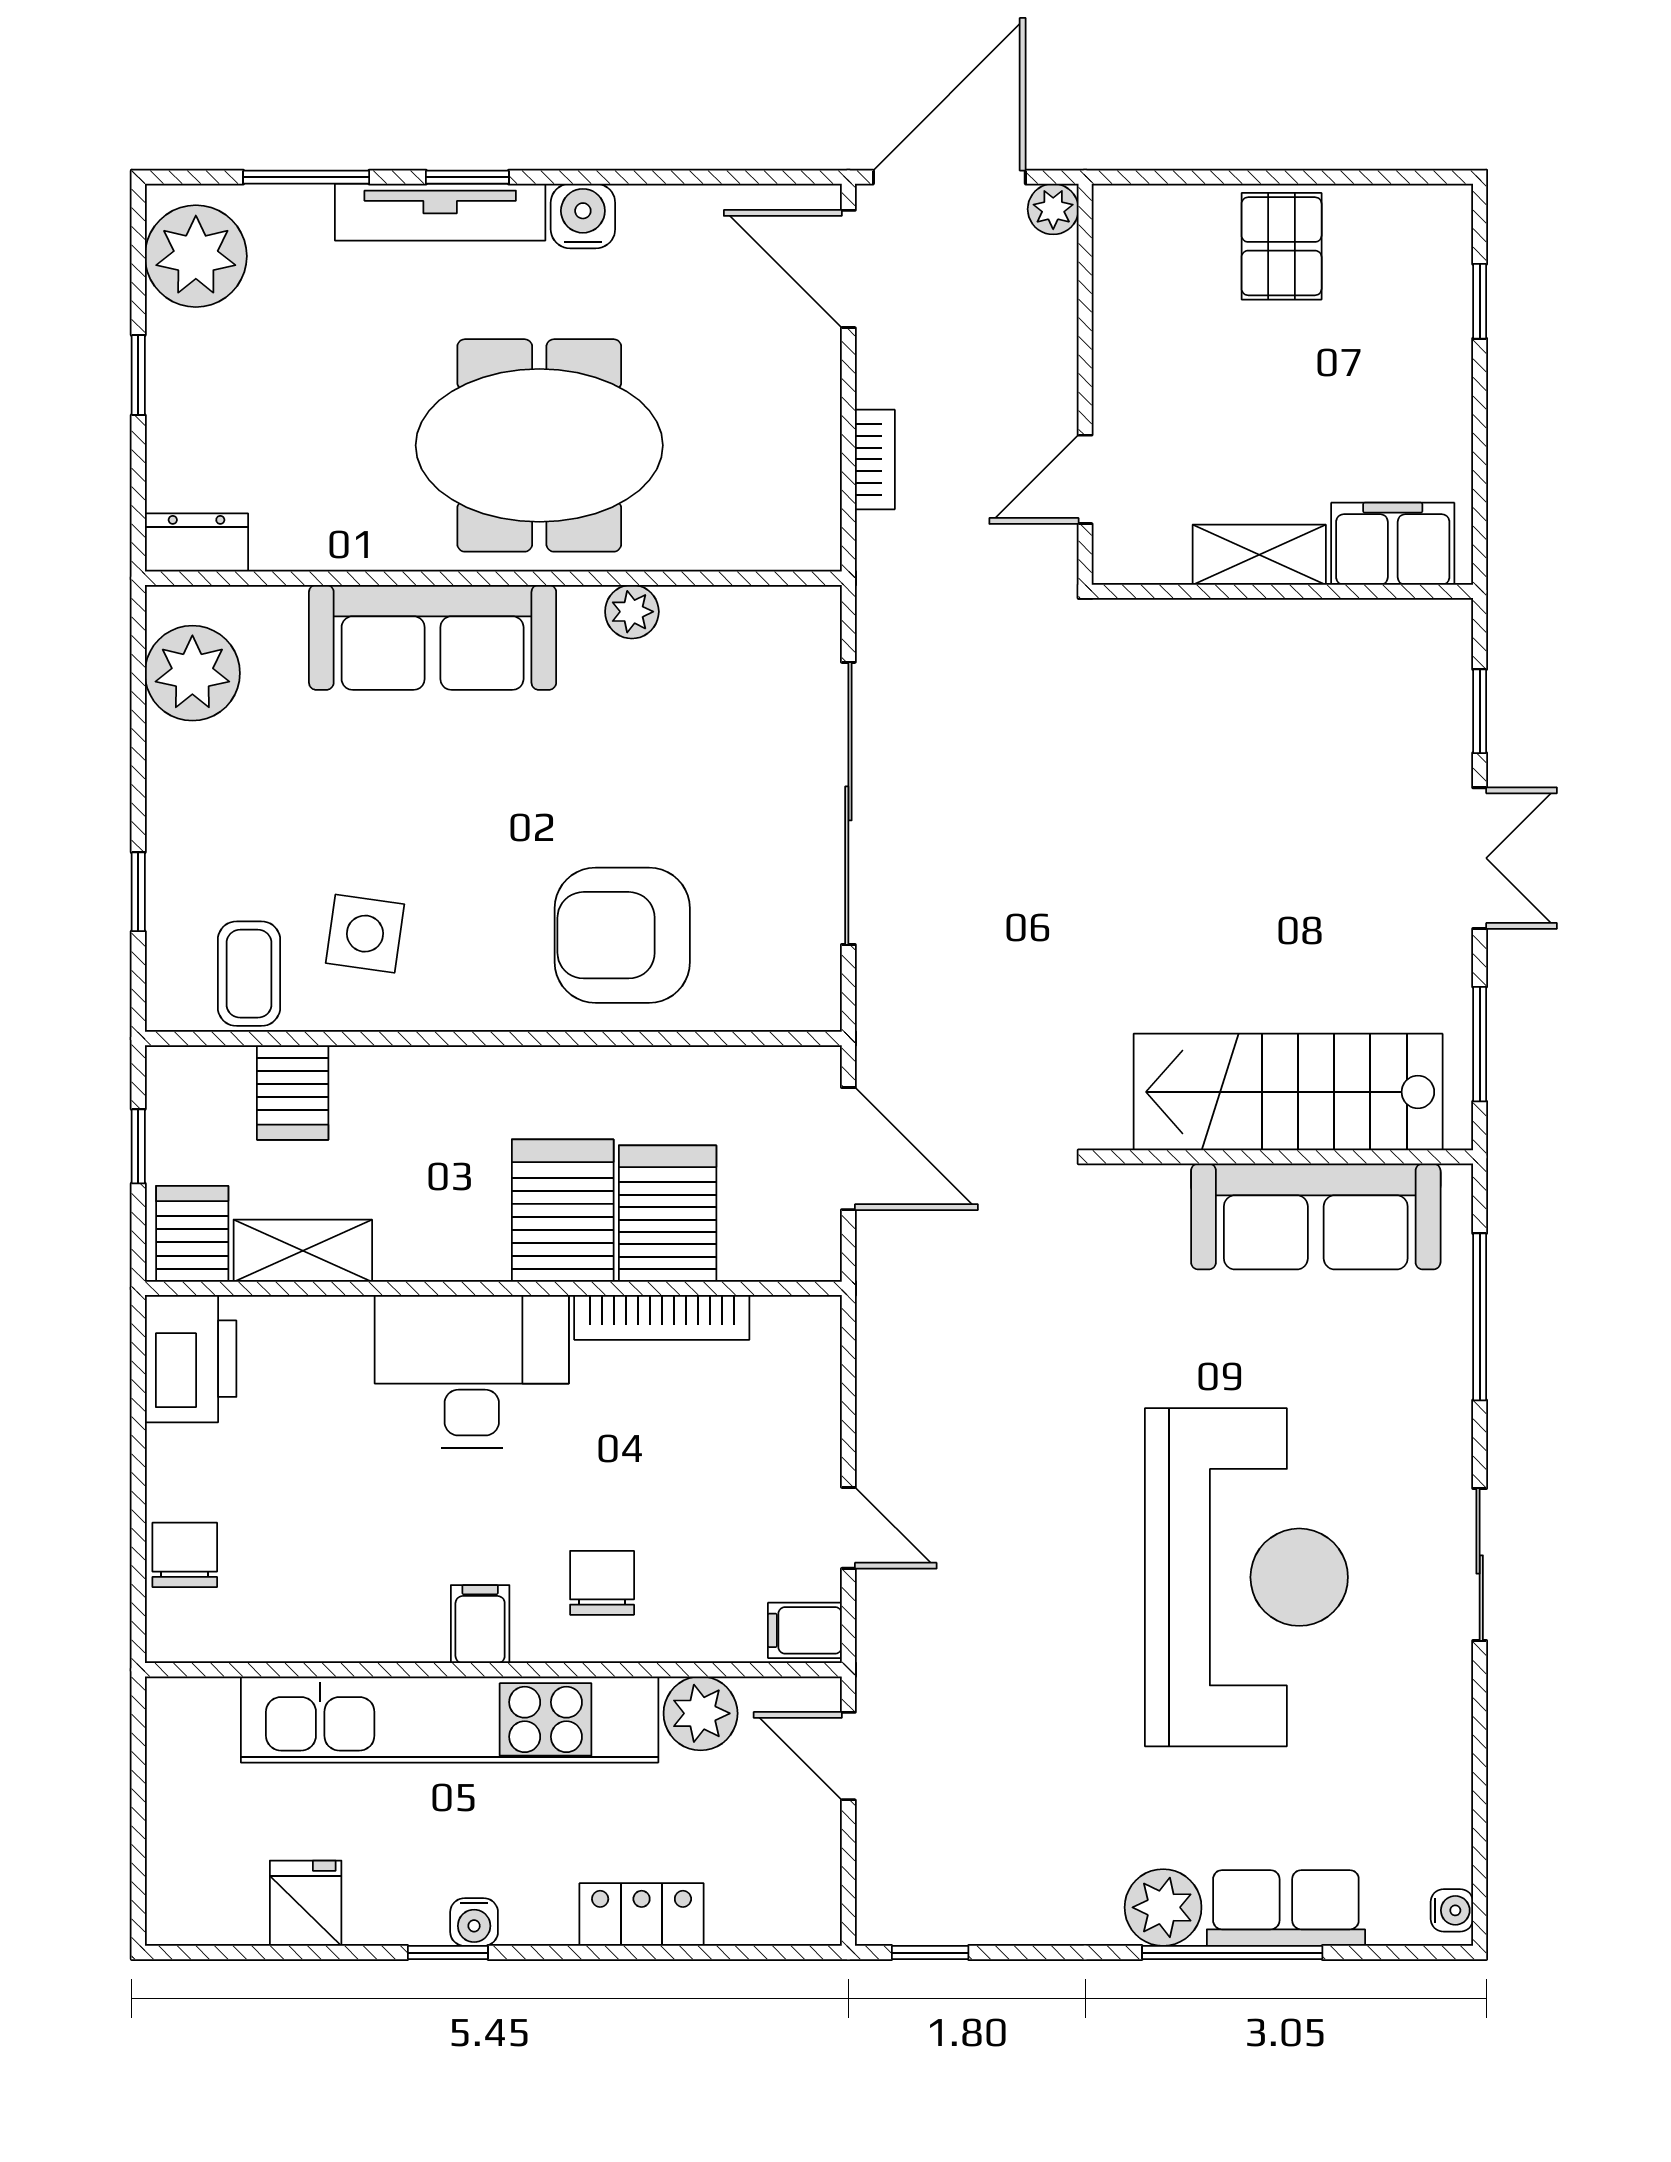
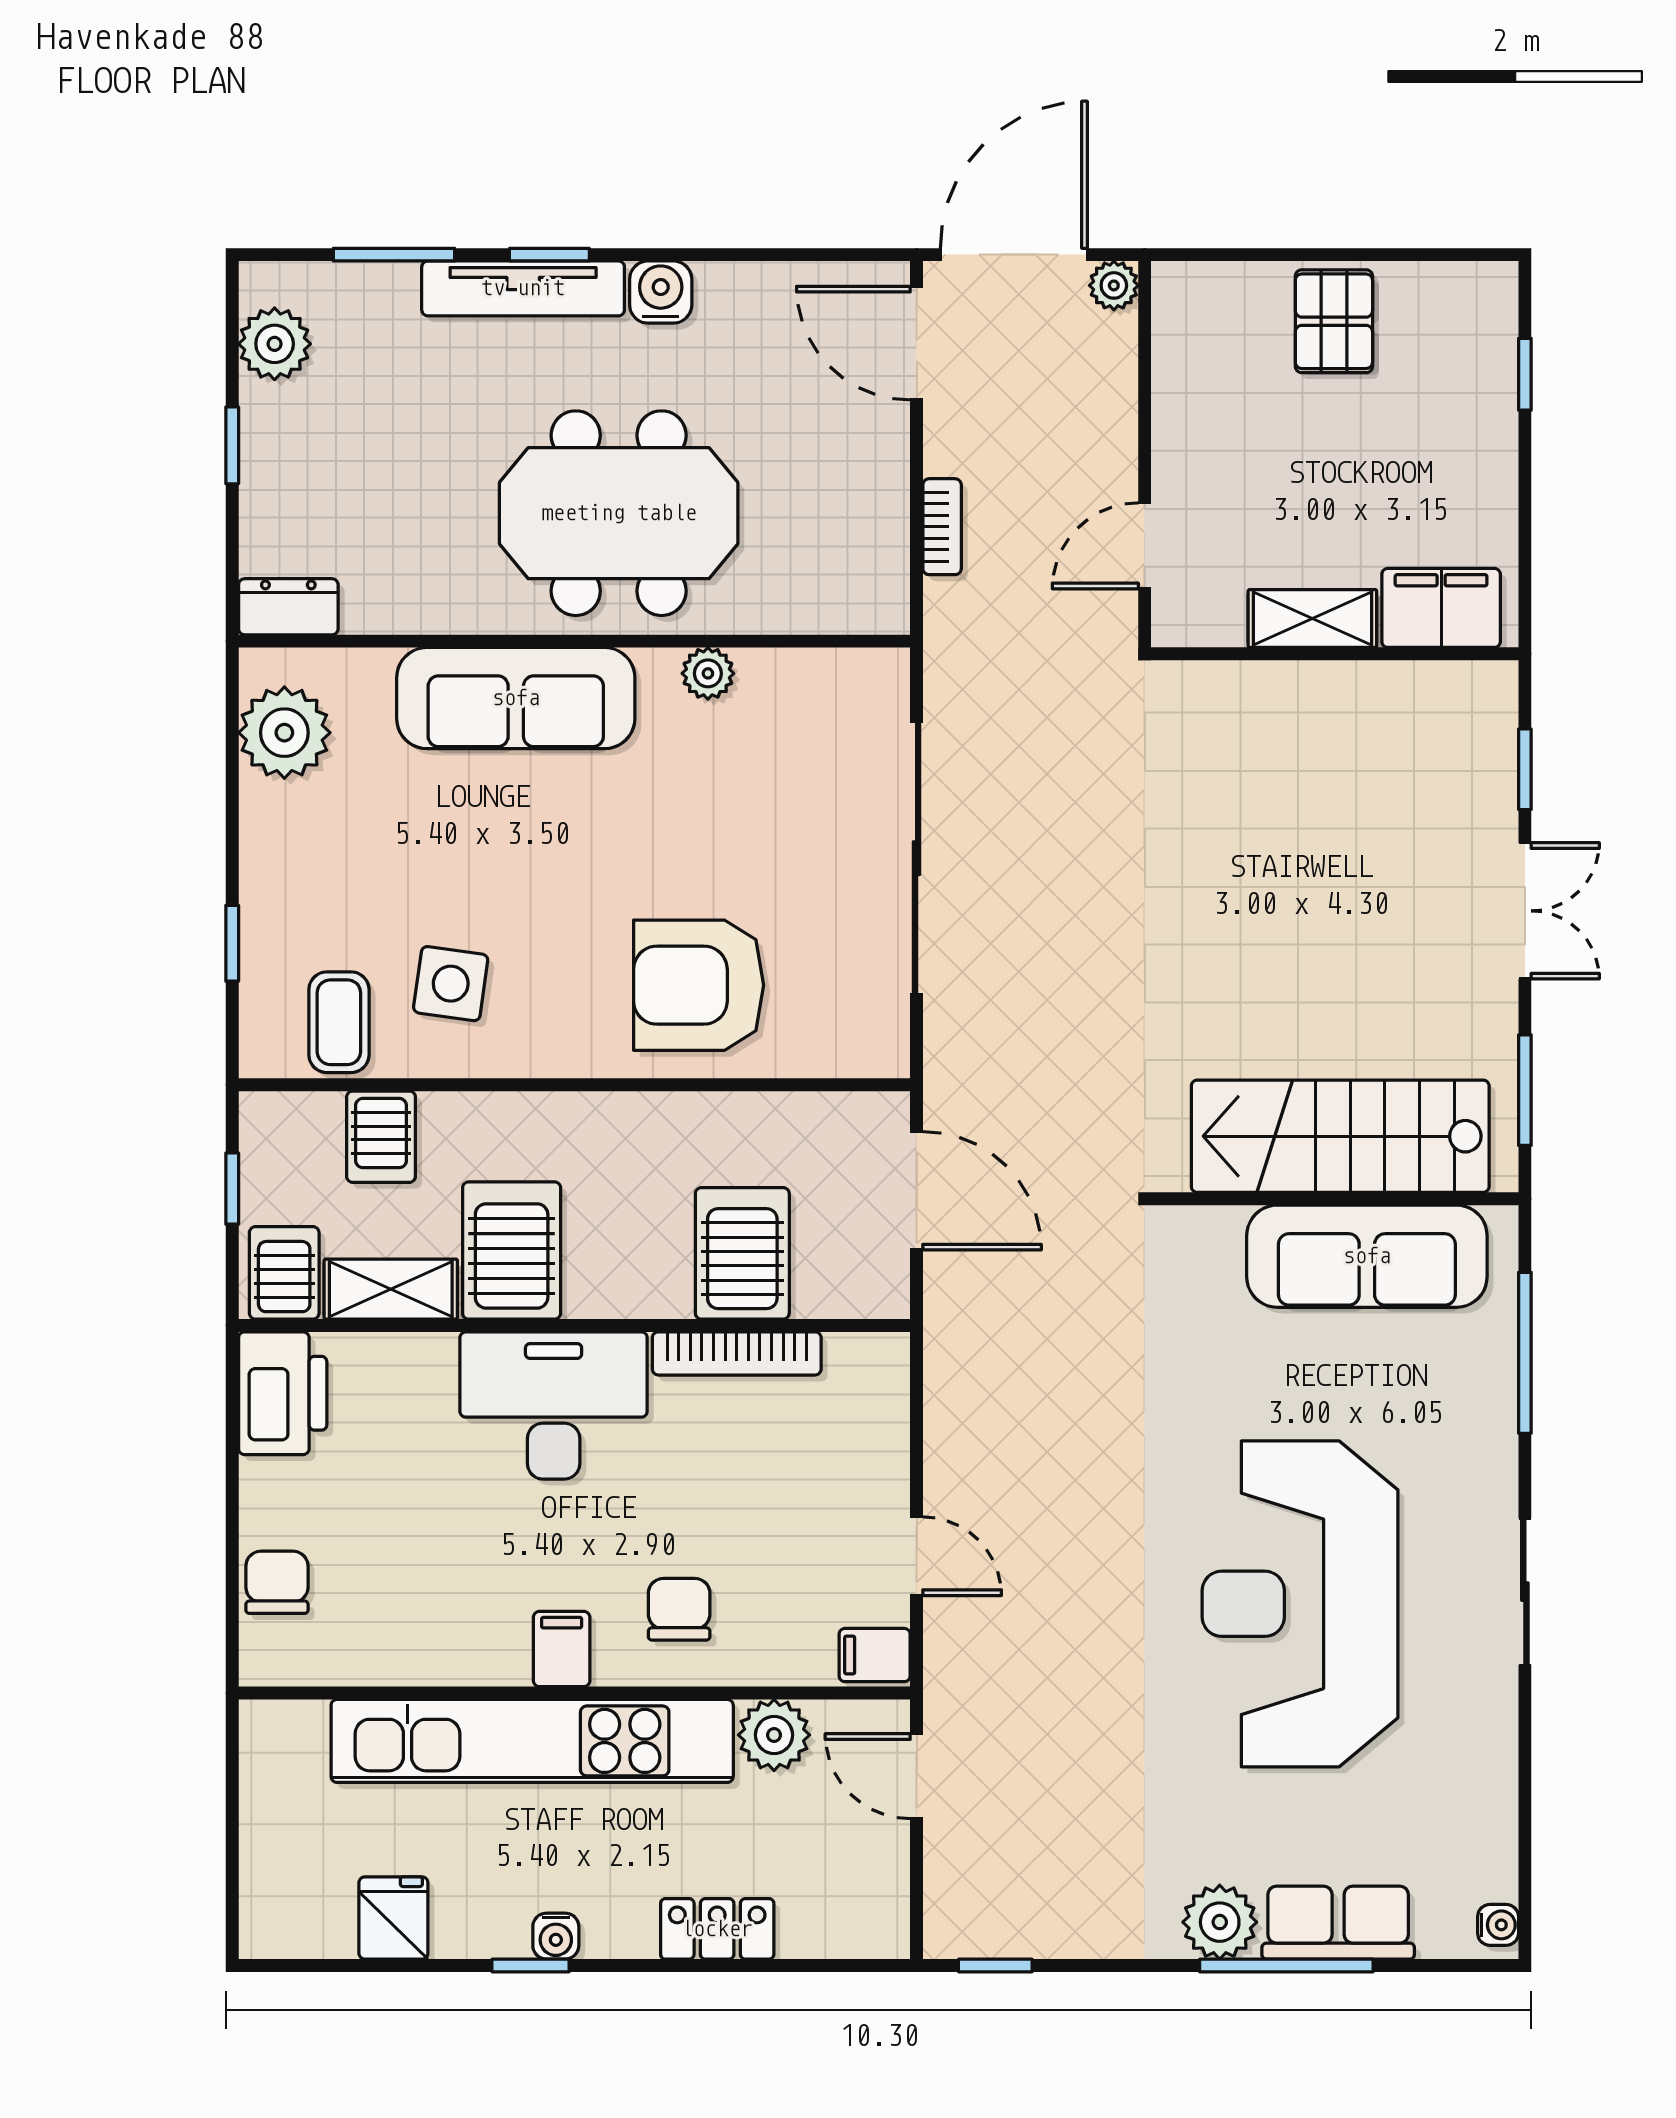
plant: (196, 256) -> (275, 344), width x0.73, depth x0.73
server rack: (563, 1211) -> (512, 1250), moved
reception desk: (1246, 1577) -> (1300, 1604), turned 180

